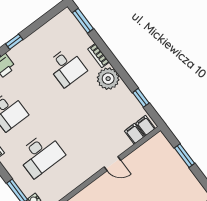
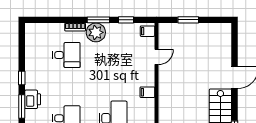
window: (83, 21) -> (98, 20), moved
filing cabinet: (134, 134) -> (147, 92), moved
door: (112, 164) -> (157, 57), moved

